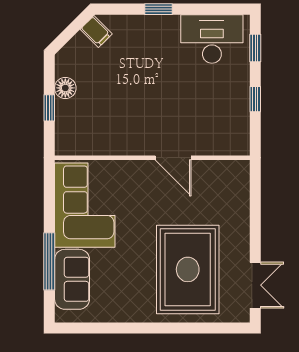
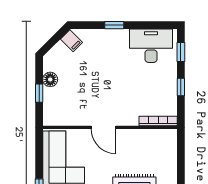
bookcase: (222, 148) -> (158, 121), added
door: (173, 158) -> (103, 127), moved

